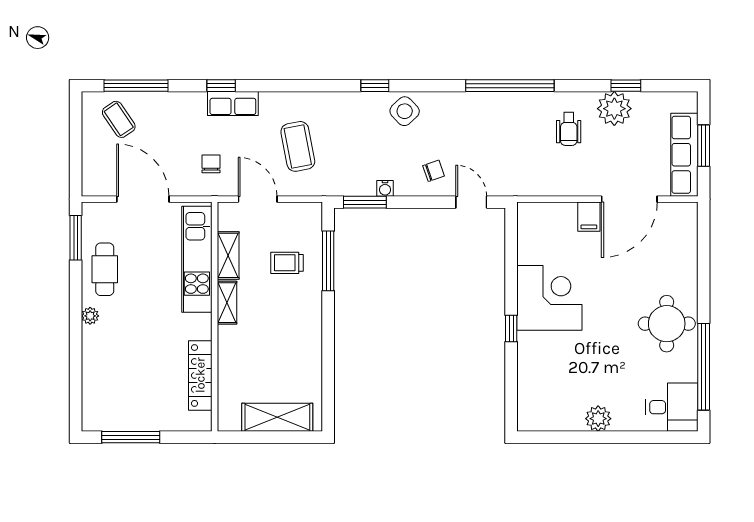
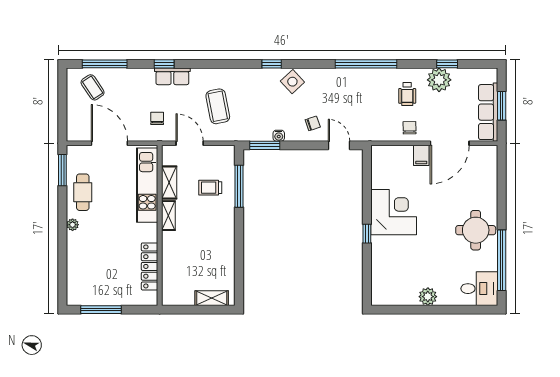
chair: (572, 177) -> (409, 128), added
shelving: (277, 417) -> (212, 298), width x0.67, depth x0.75

